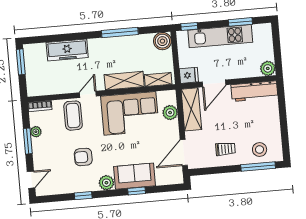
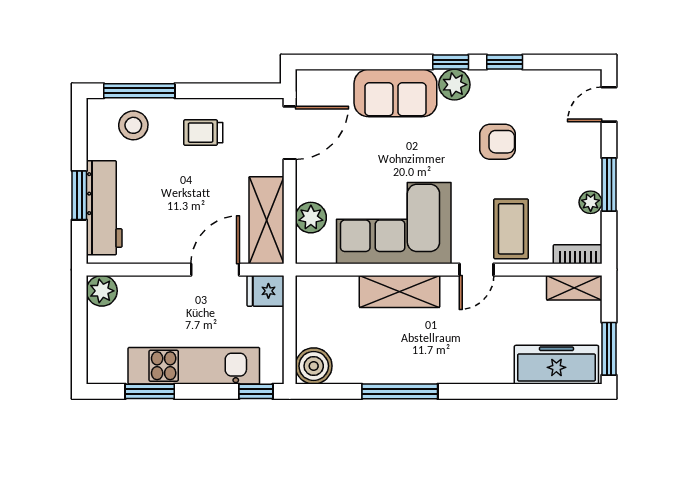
freezer: (67, 50) -> (556, 365), moved
shelving: (158, 79) -> (574, 288), moved
workbench: (254, 91) -> (104, 208), moved, turned 90
window: (283, 114) -> (79, 195), added
window: (137, 191) -> (451, 62), moved

